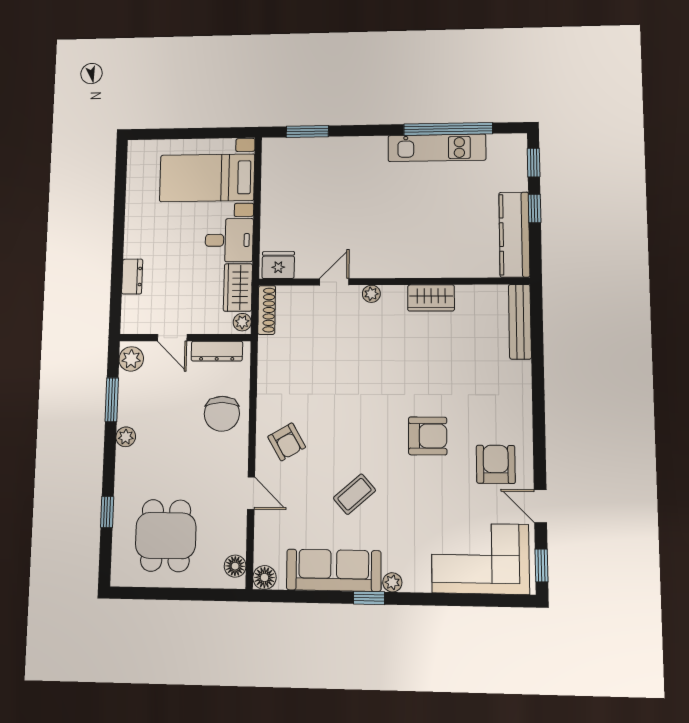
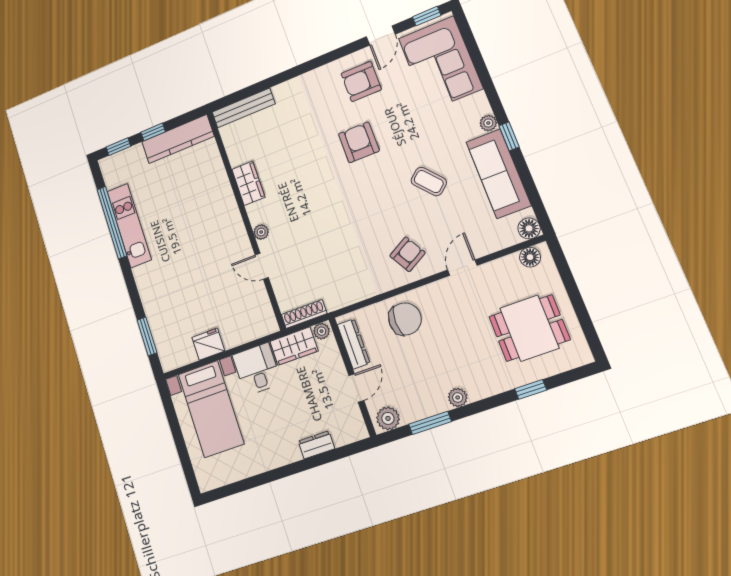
fridge: (278, 265) -> (208, 344), moved, turned 90

